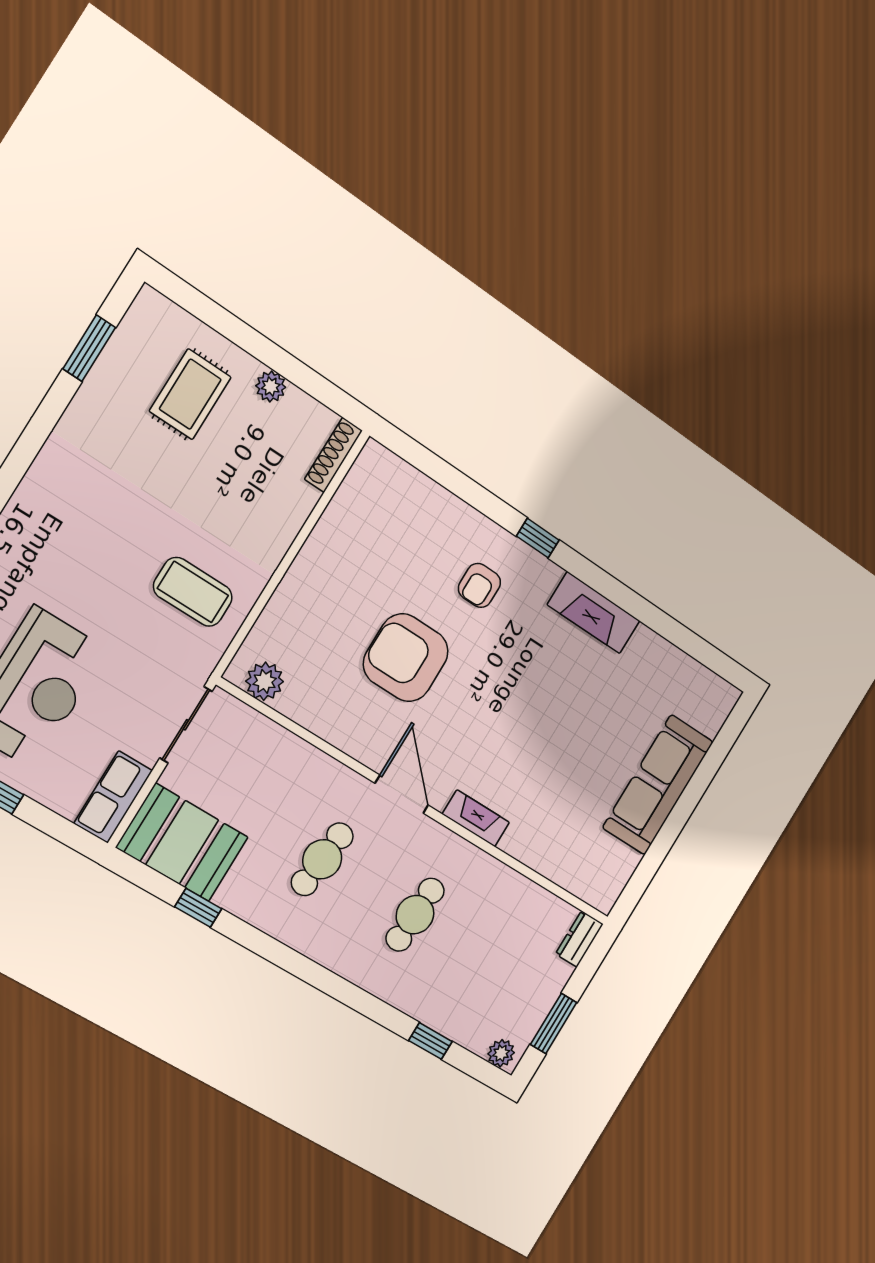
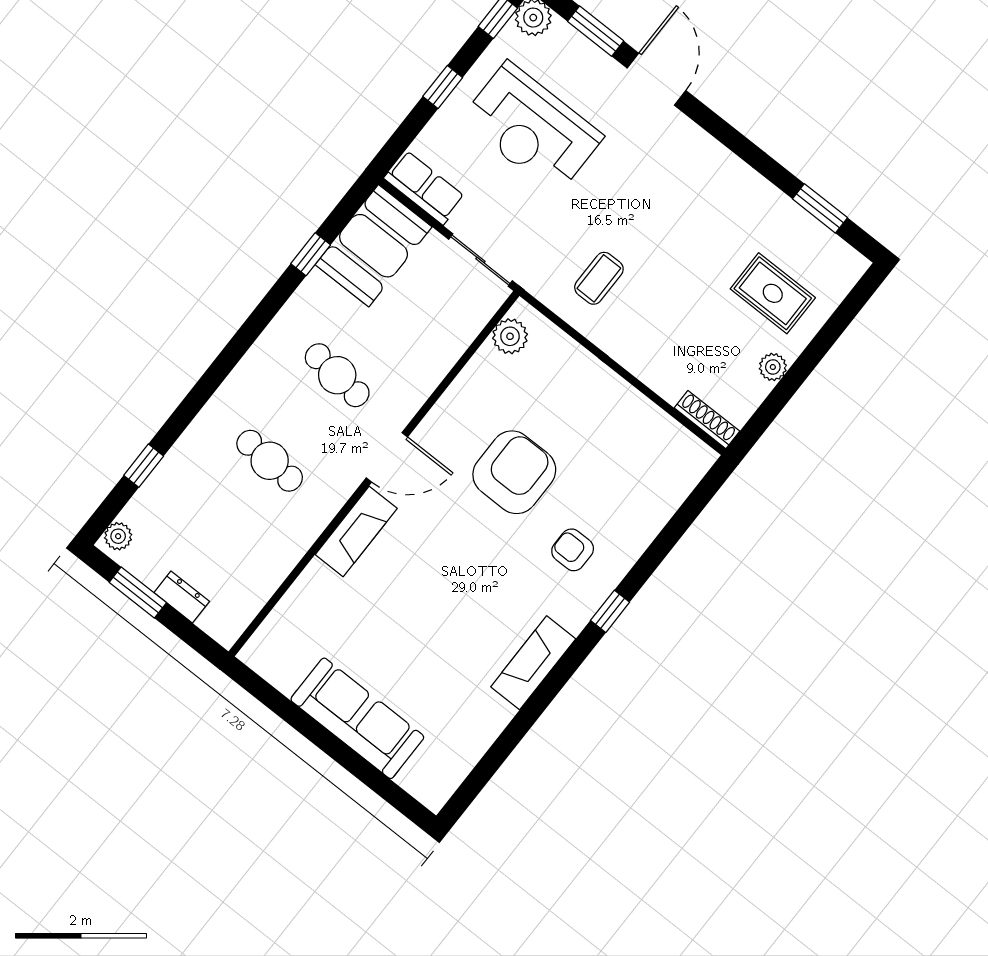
coffee table: (193, 592) -> (599, 278), width x0.73, depth x0.77
fireplace: (476, 818) -> (356, 531), width x1.37, depth x1.32
dresser: (579, 939) -> (182, 597), moved

